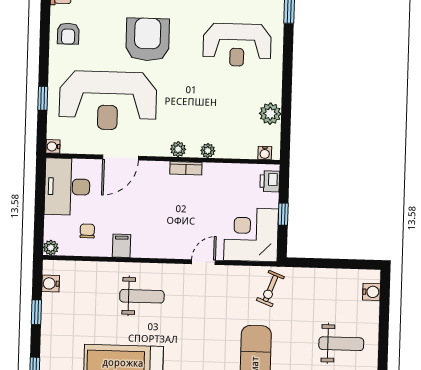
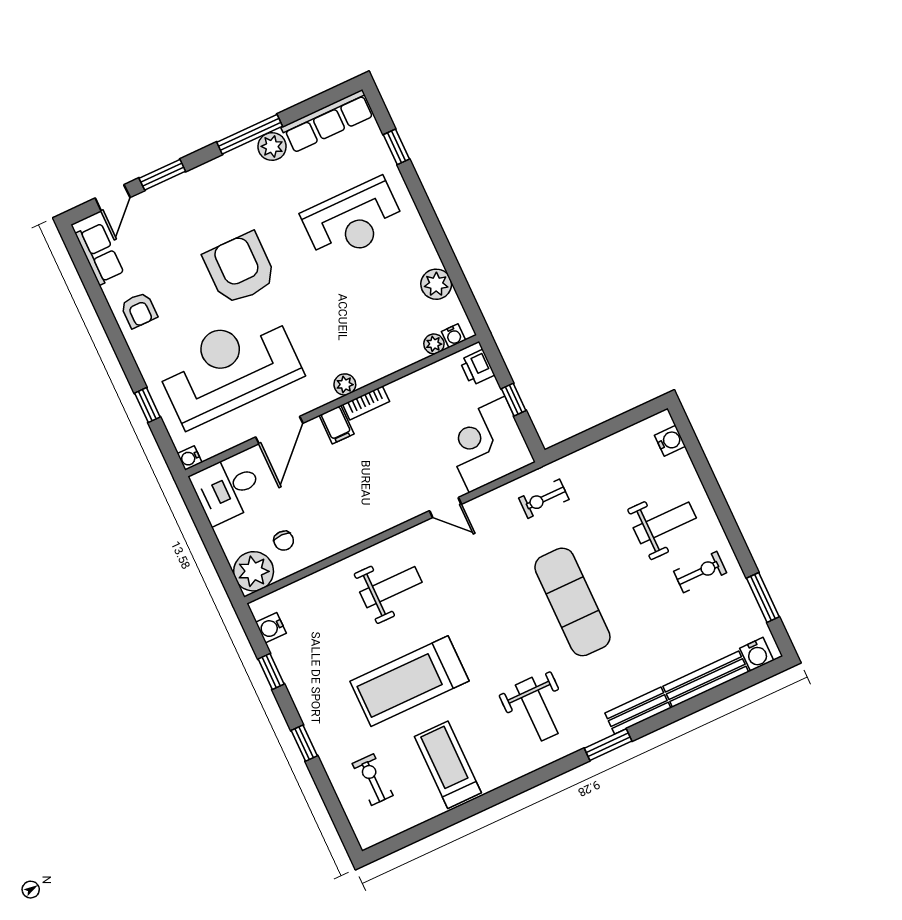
reception desk: (108, 101) -> (229, 368), turned 180
plant: (208, 151) -> (434, 344), moved
desk: (67, 187) -> (227, 489), width x0.73
chair: (87, 231) -> (284, 541), turned 180
filing cabinet: (121, 246) -> (337, 425), moved, turned 180
plant: (51, 248) -> (254, 571), width x1.88, depth x1.88
door: (203, 262) -> (445, 508), swing flipped
exercise bike: (270, 289) -> (544, 499), turned 69

